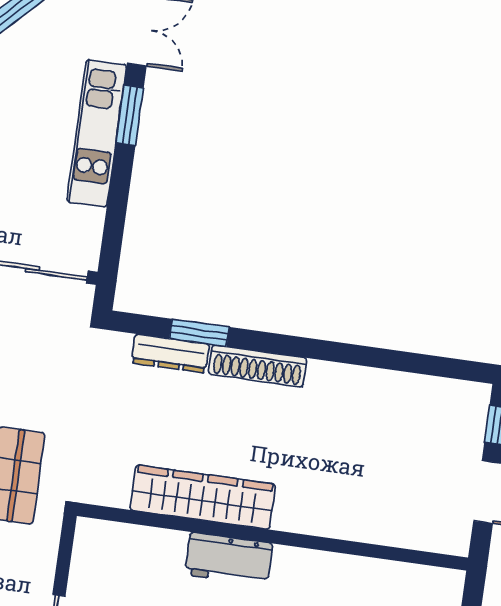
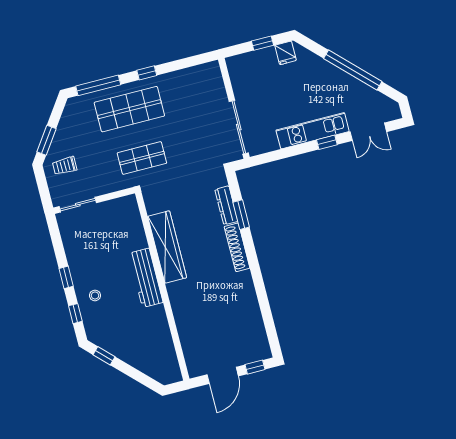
window: (130, 115) -> (327, 142), width x0.67
workbench: (229, 559) -> (146, 278), width x1.38

